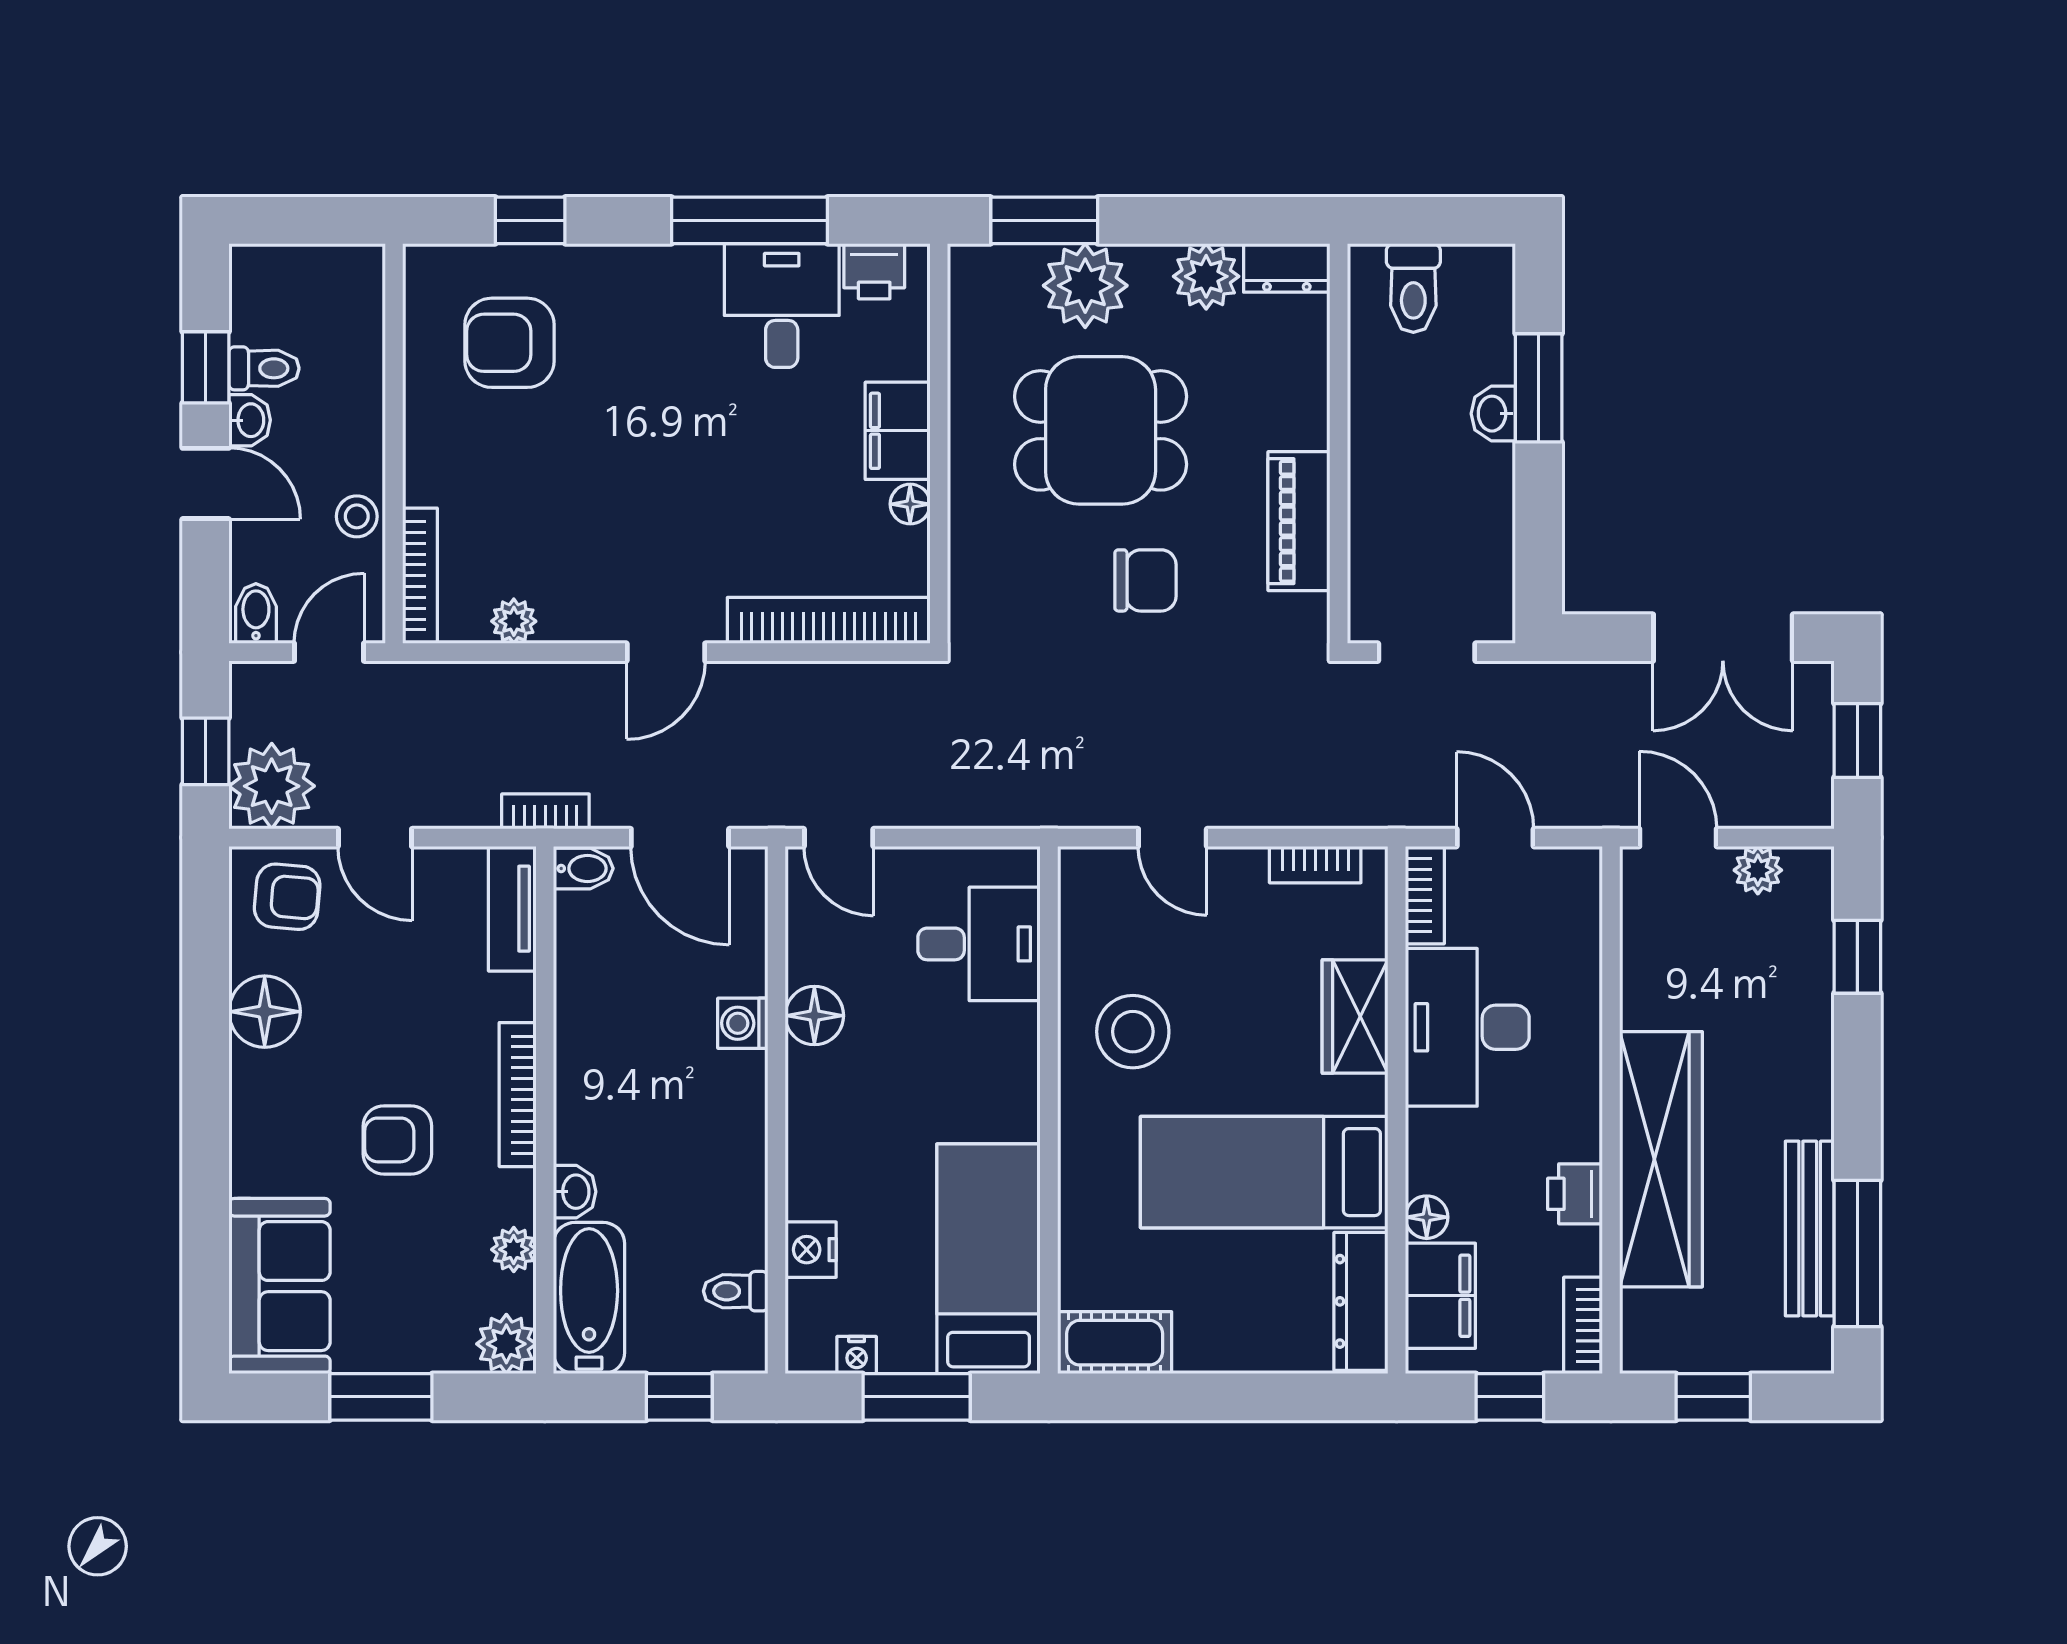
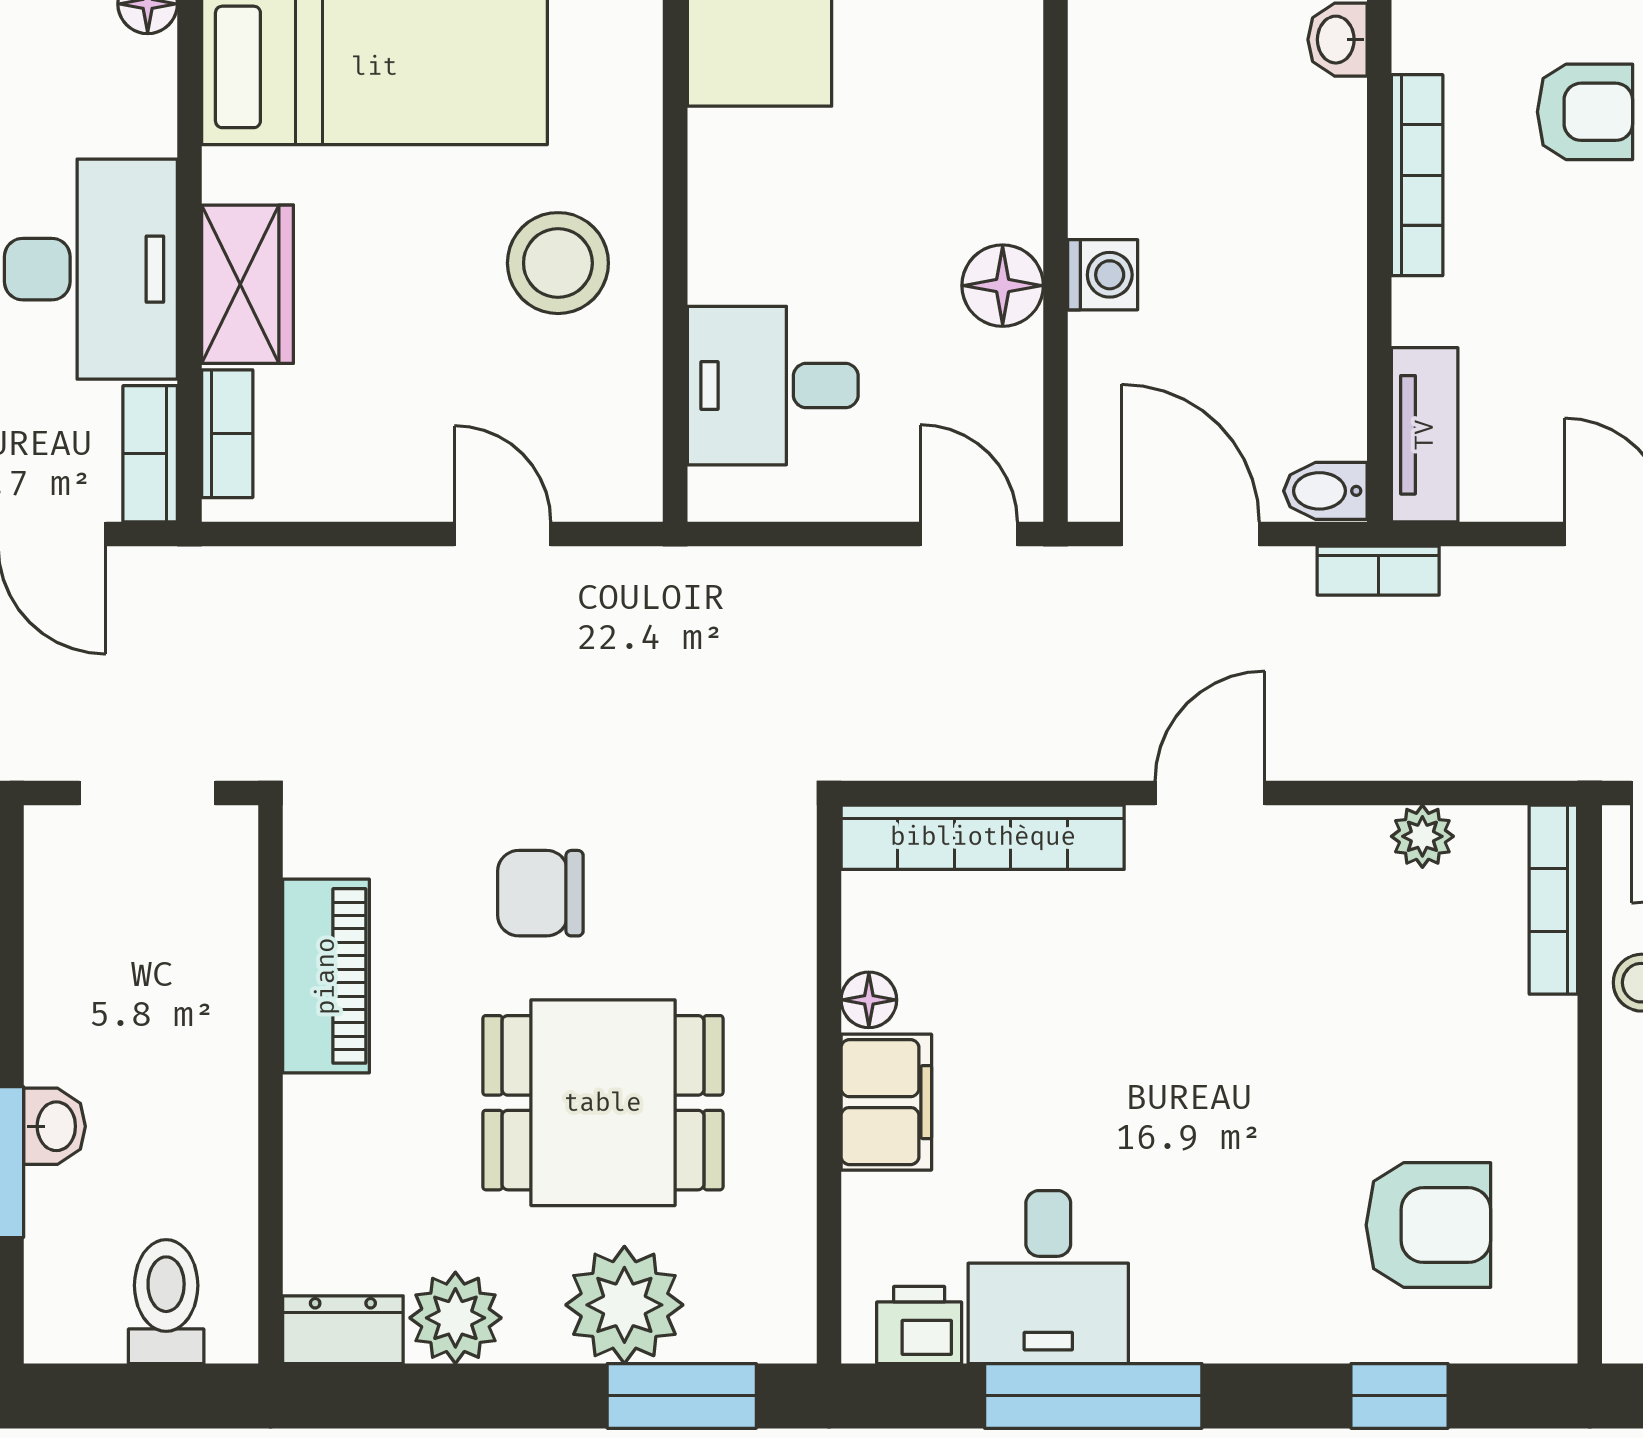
bookcase: (1315, 865) -> (227, 434), moved, turned 90

